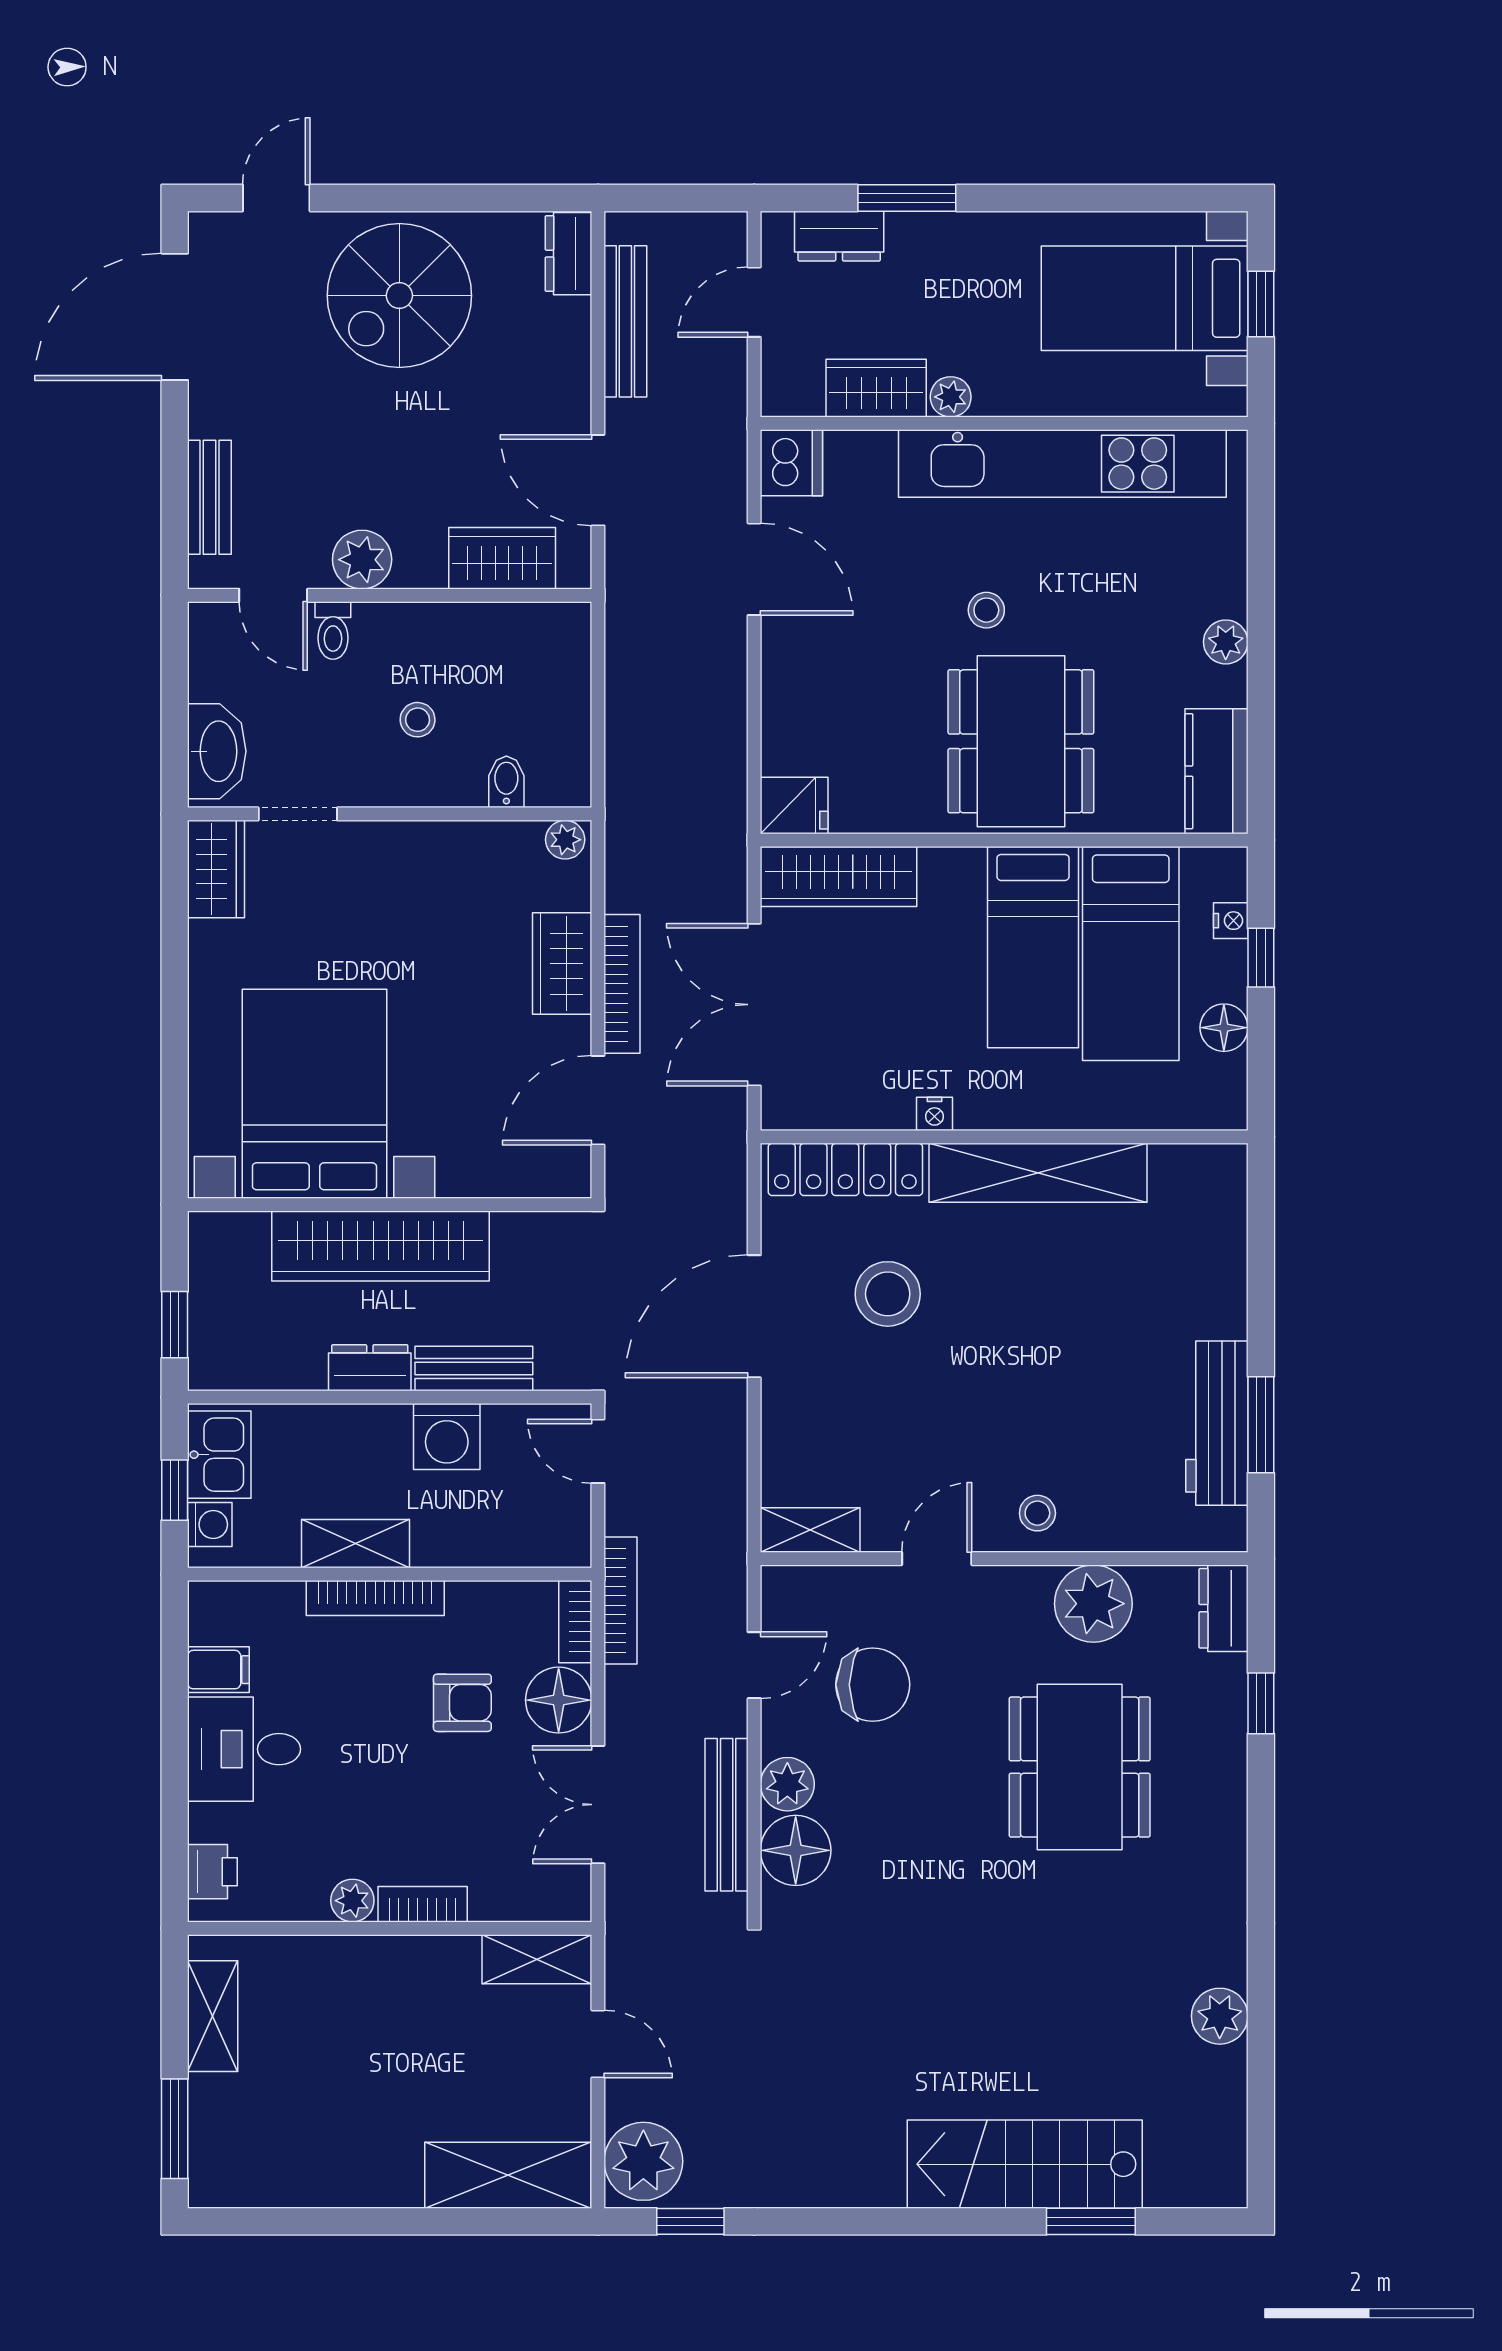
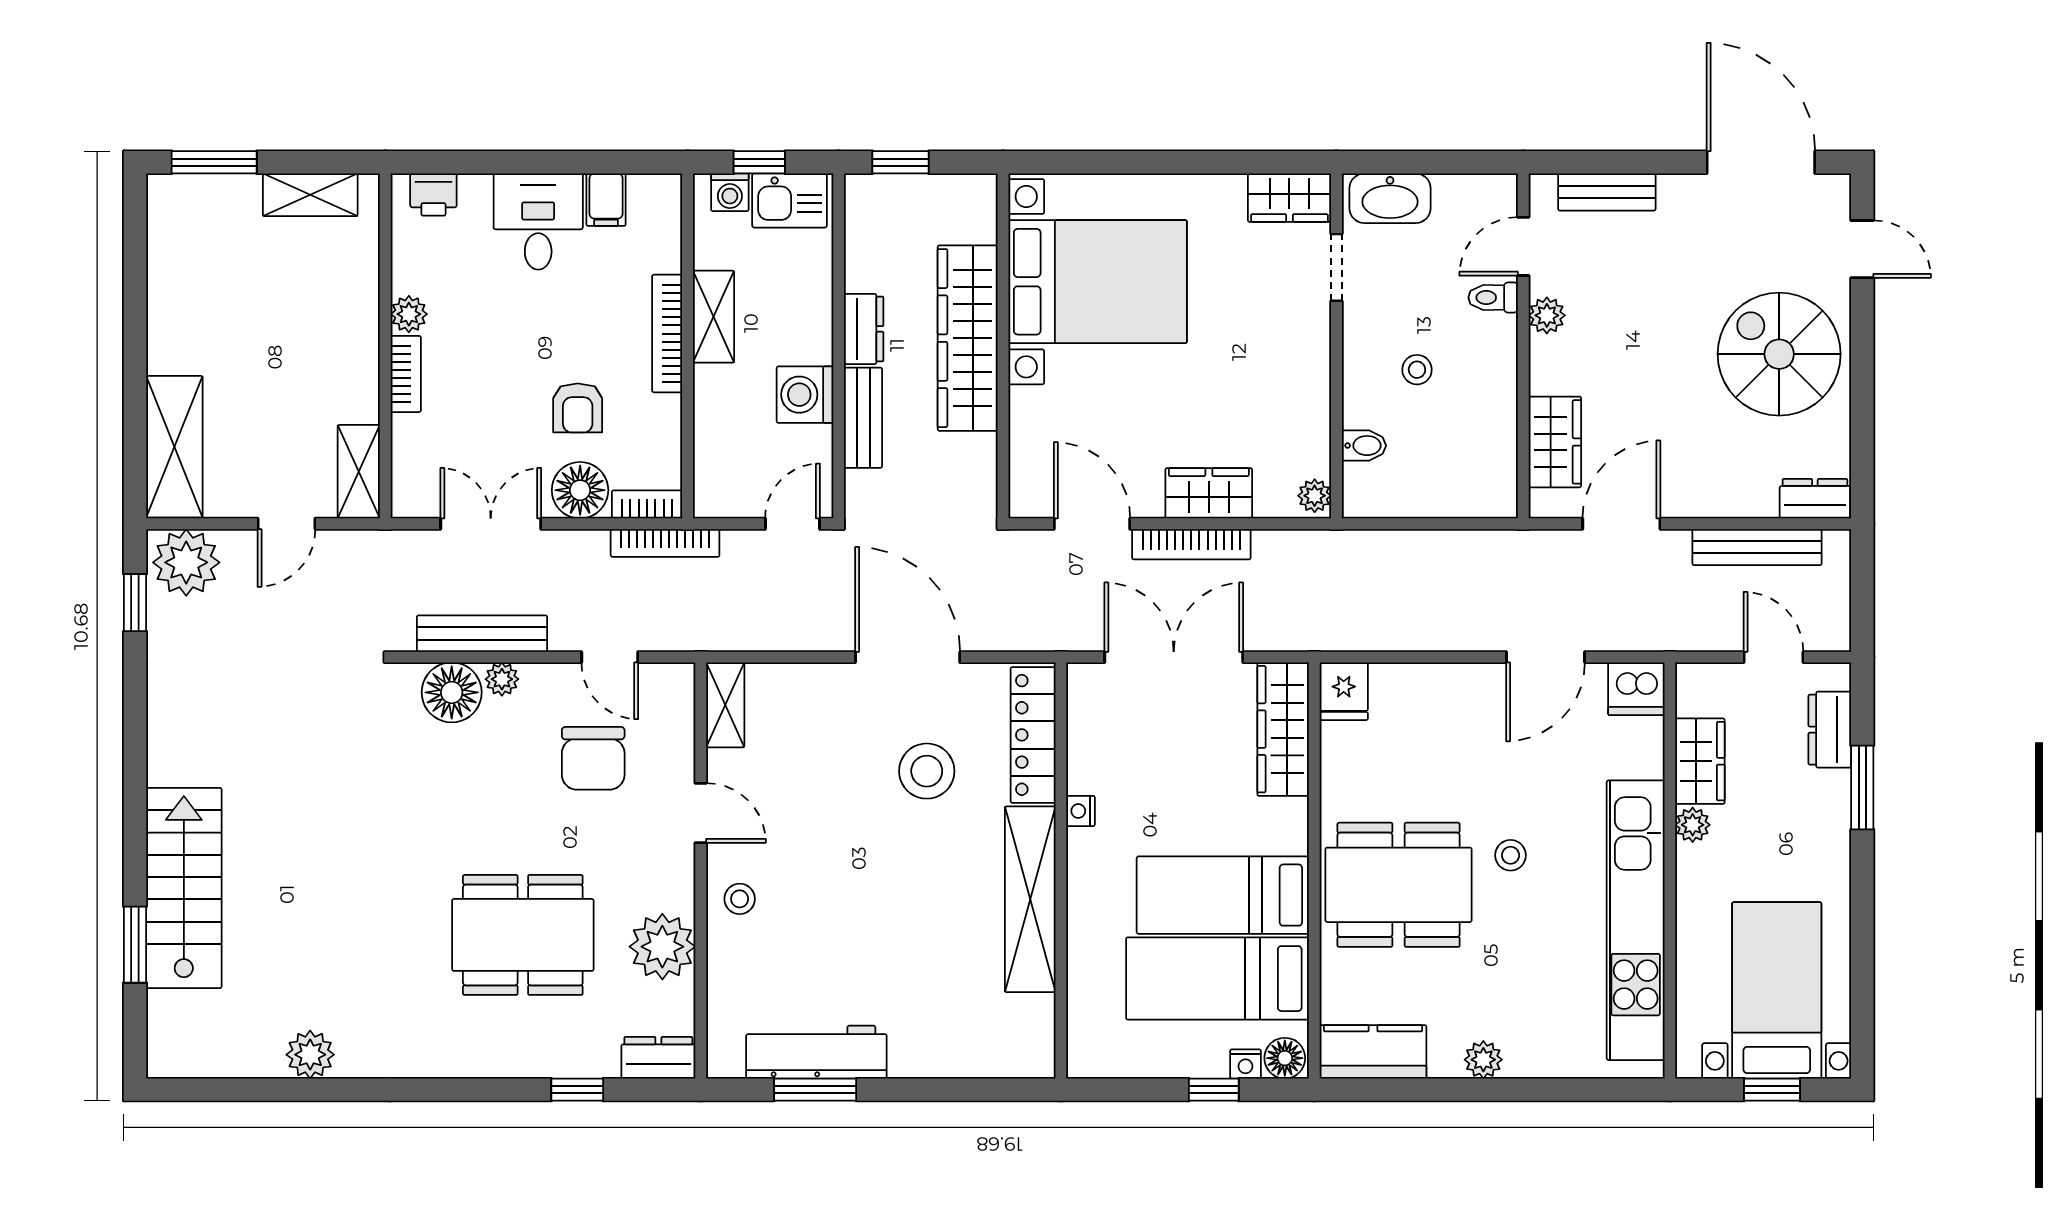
plant: (362, 560) -> (1547, 315), width x0.73, depth x0.73
floor lamp: (1224, 1028) -> (1285, 1058), moved
plant: (787, 1784) -> (502, 679), width x0.73, depth x0.73

